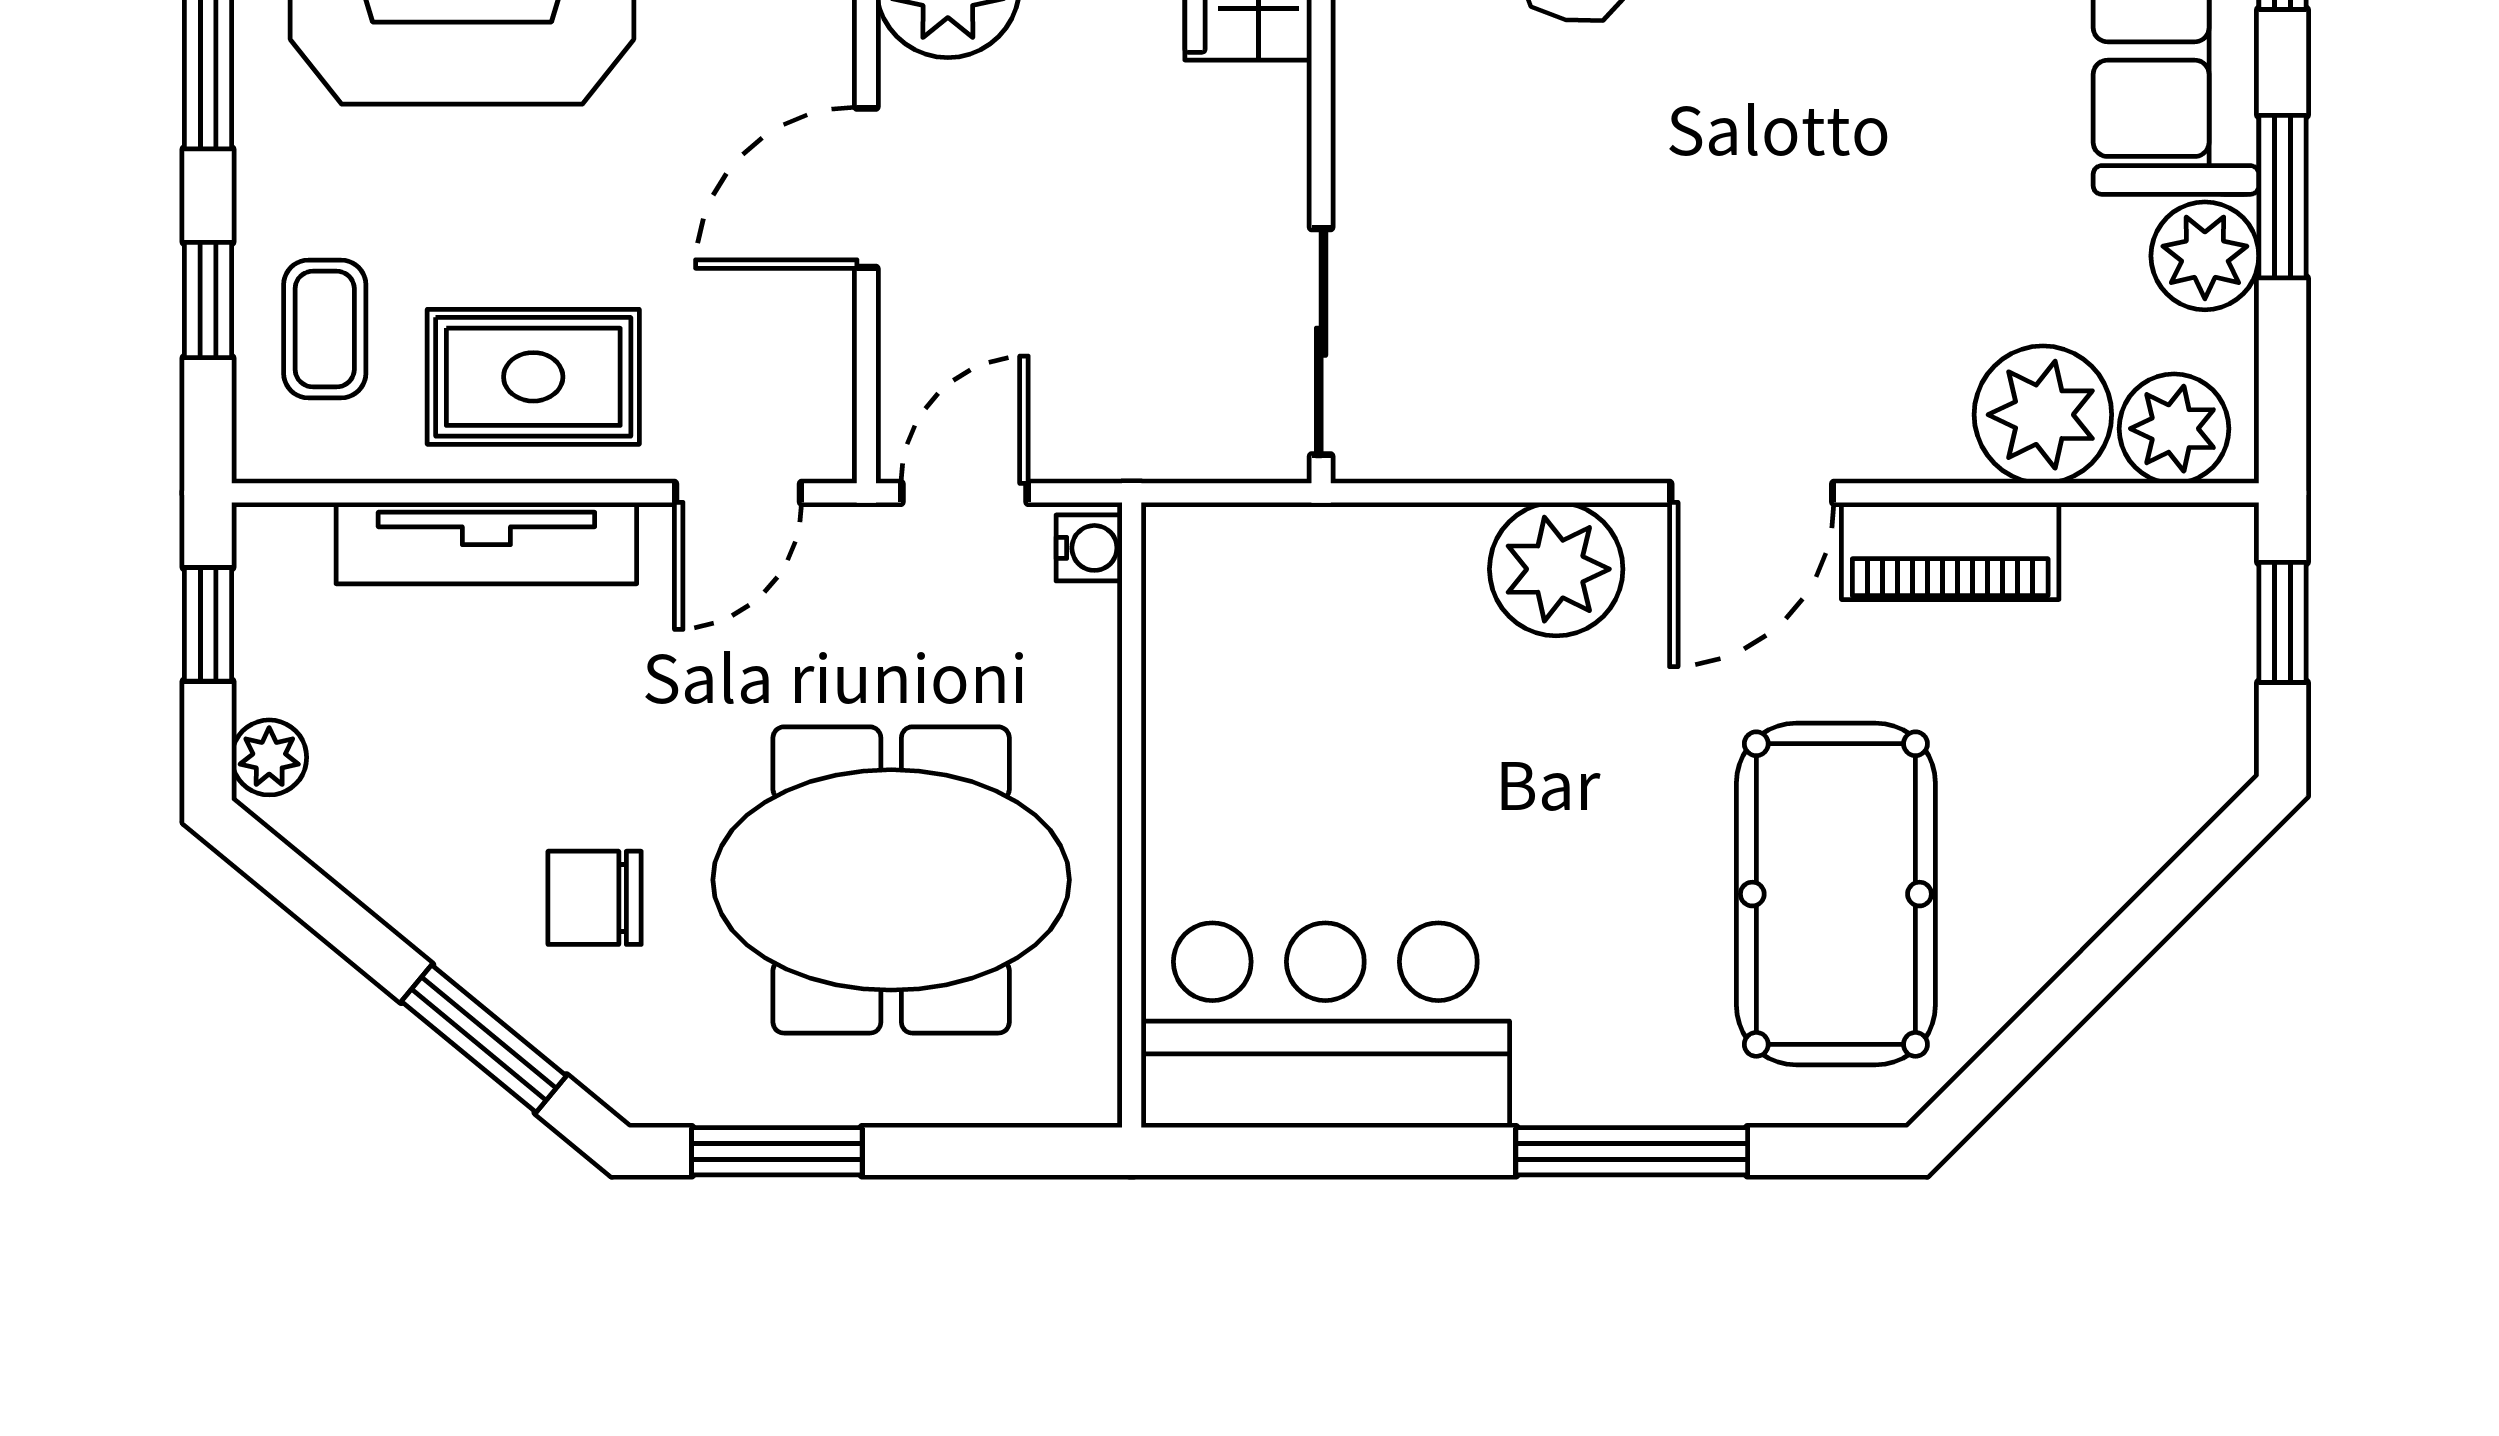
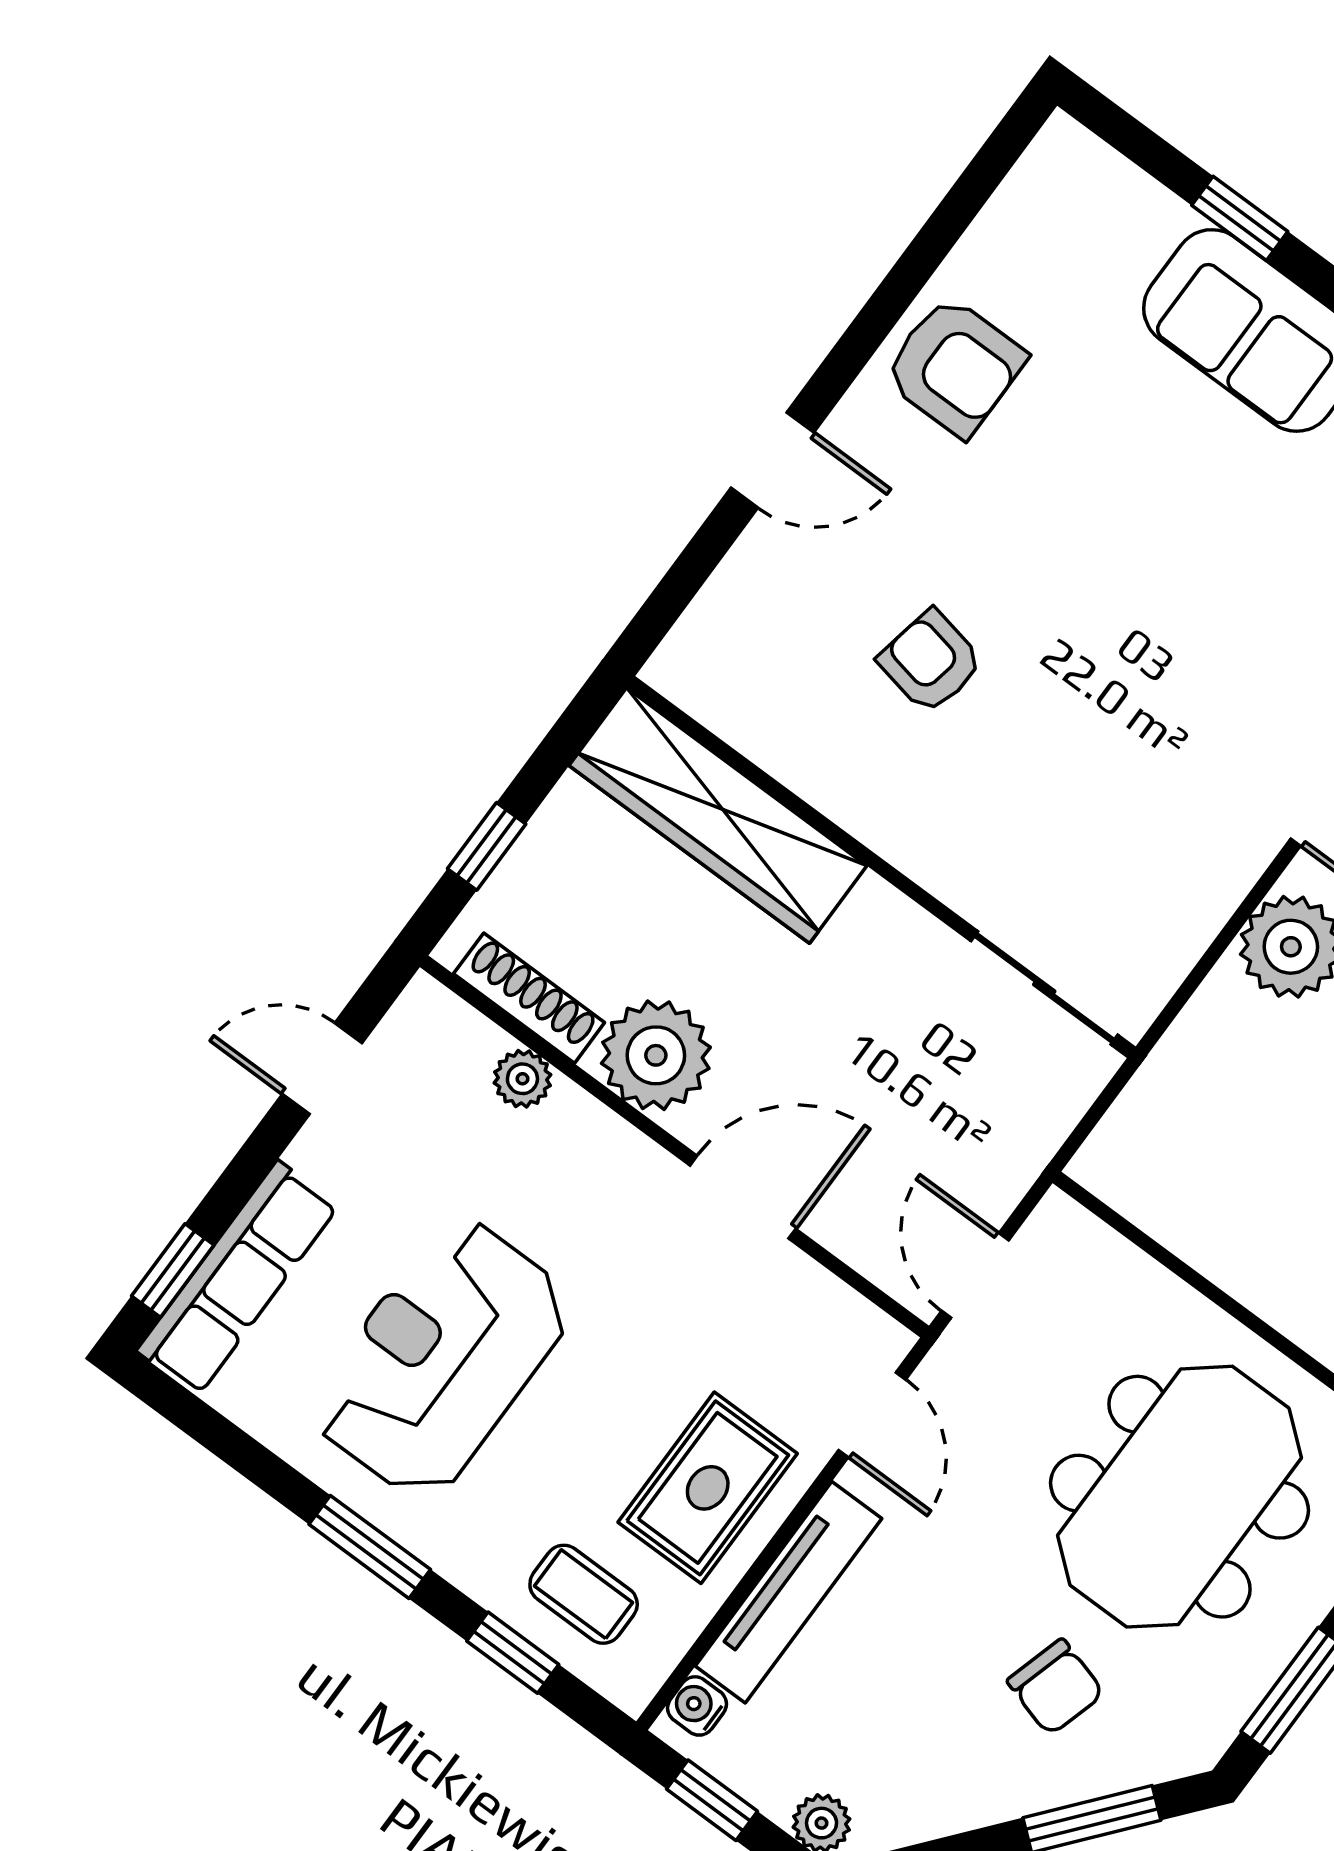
door: (866, 188) -> (743, 1197), swing flipped
water cooler: (1089, 548) -> (697, 1706), moved, turned -90
chair: (595, 898) -> (1056, 1687), turned -74

